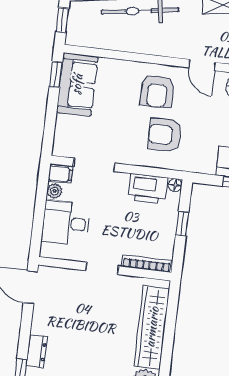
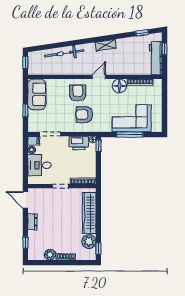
door: (202, 65) -> (99, 77), swing flipped
window: (56, 74) -> (25, 110), moved
armchair: (157, 91) -> (78, 93), turned 180
window: (182, 224) -> (98, 146), moved
dresser: (37, 351) -> (32, 222), moved

